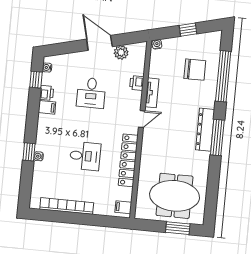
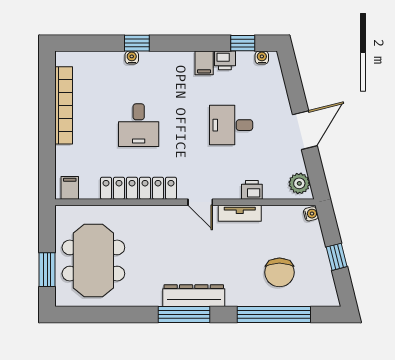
plant: (121, 52) -> (299, 183), moved

